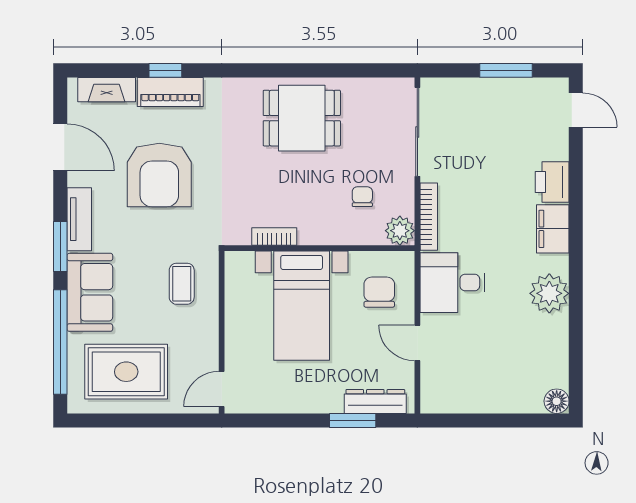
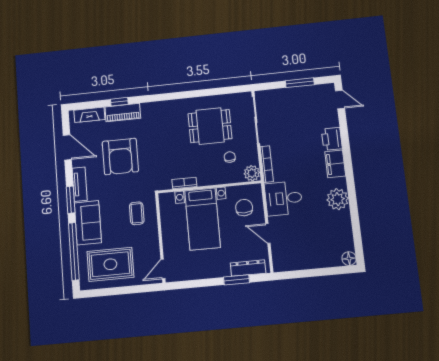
dining table: (302, 118) -> (210, 126), moved

